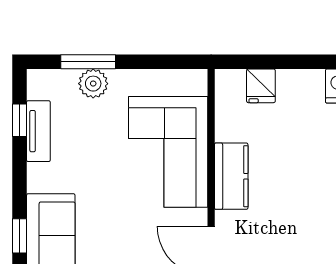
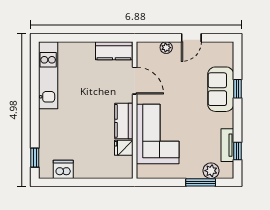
plant: (93, 84) -> (211, 171), moved
fridge: (261, 86) -> (124, 148), moved, turned -90

